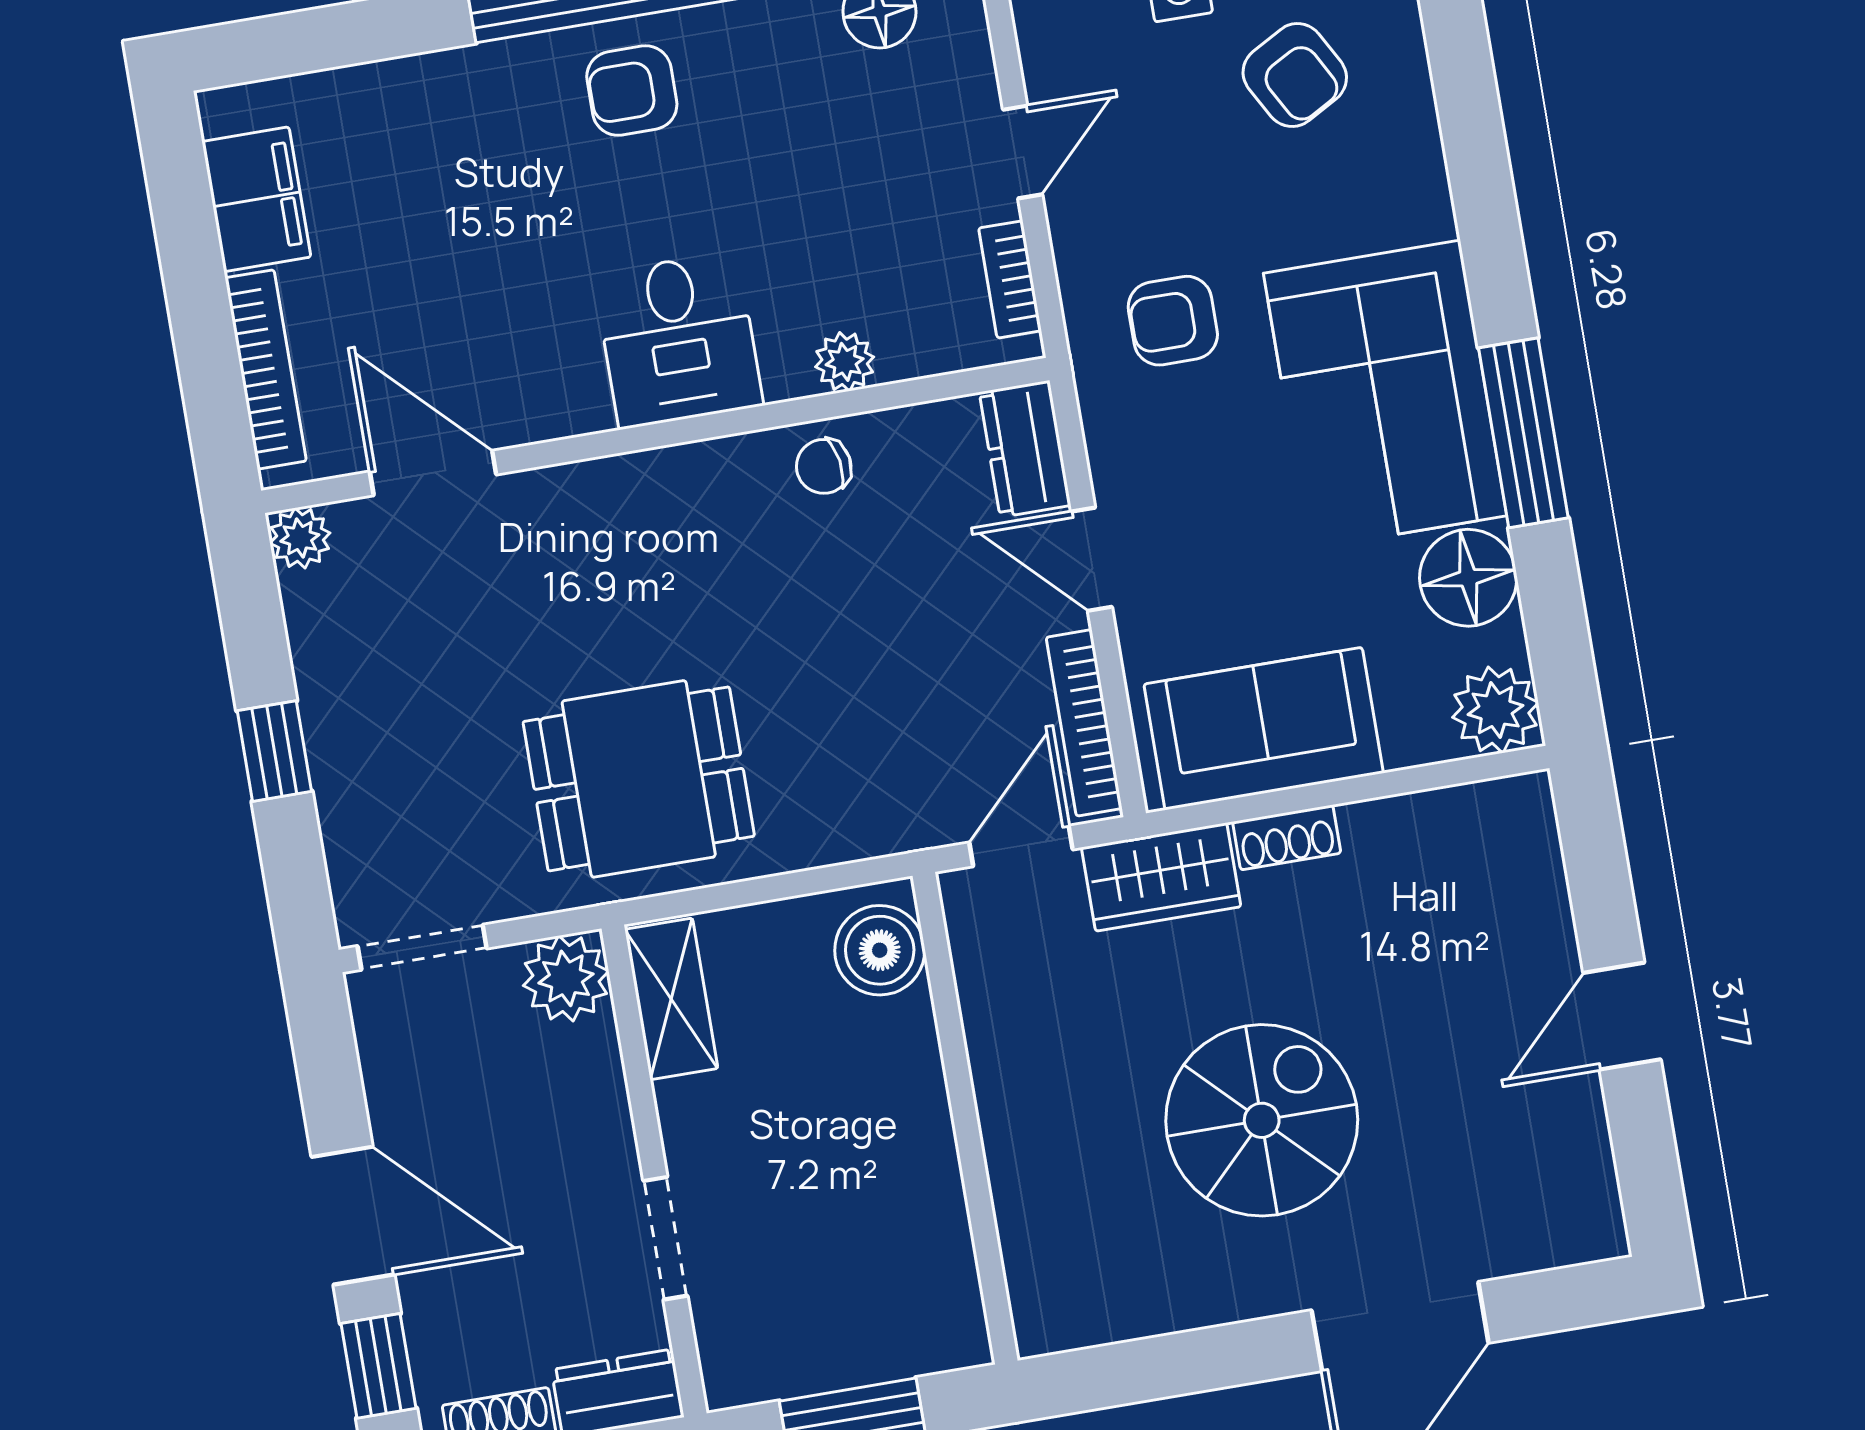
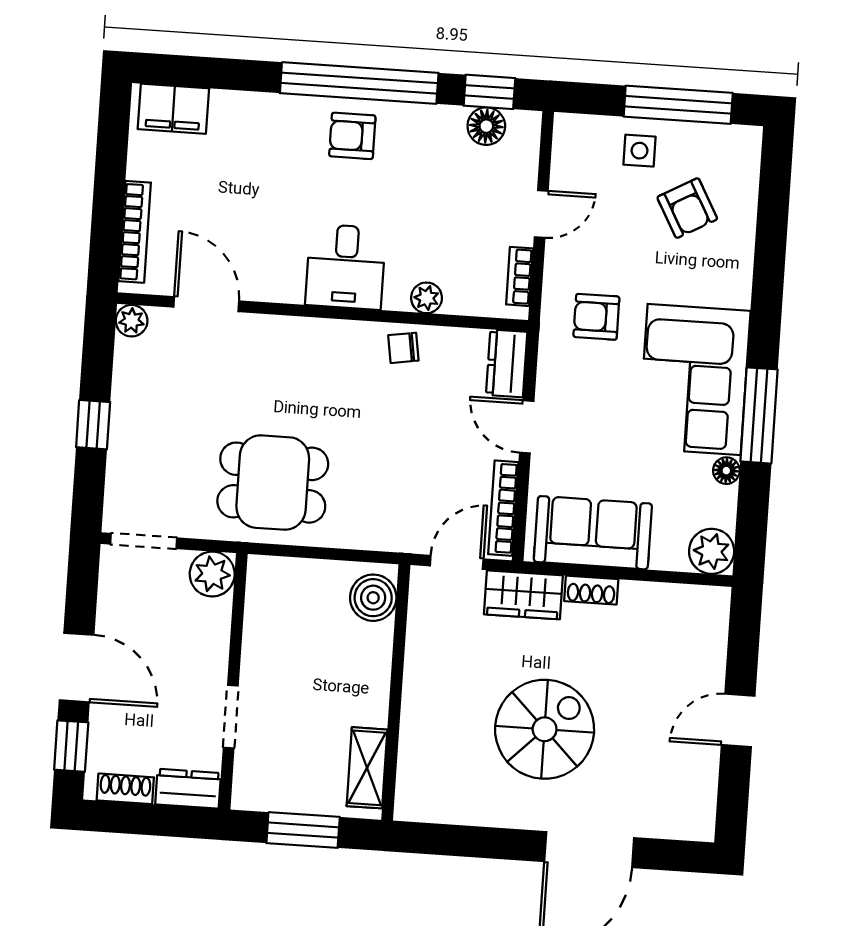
filing cabinet: (256, 199) -> (173, 109), moved, turned 90
floor lamp: (1468, 578) -> (726, 471), width x0.53, depth x0.53
shelving: (671, 999) -> (367, 768), moved

